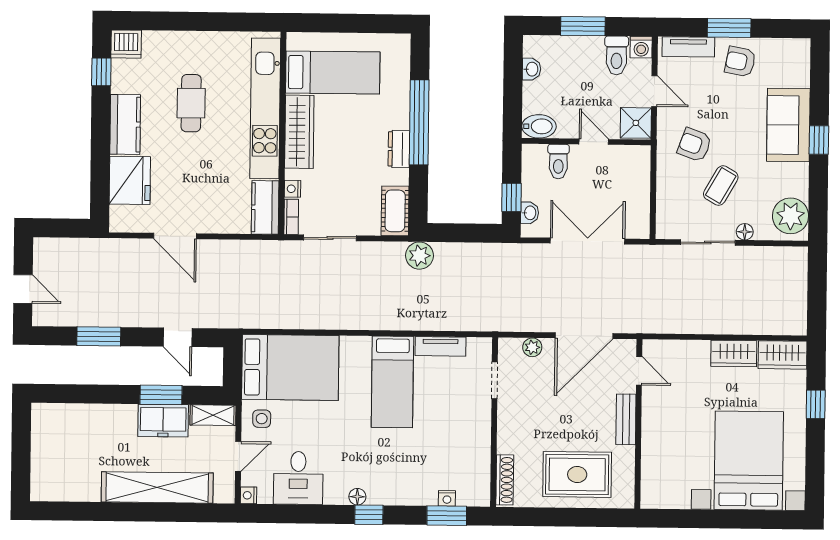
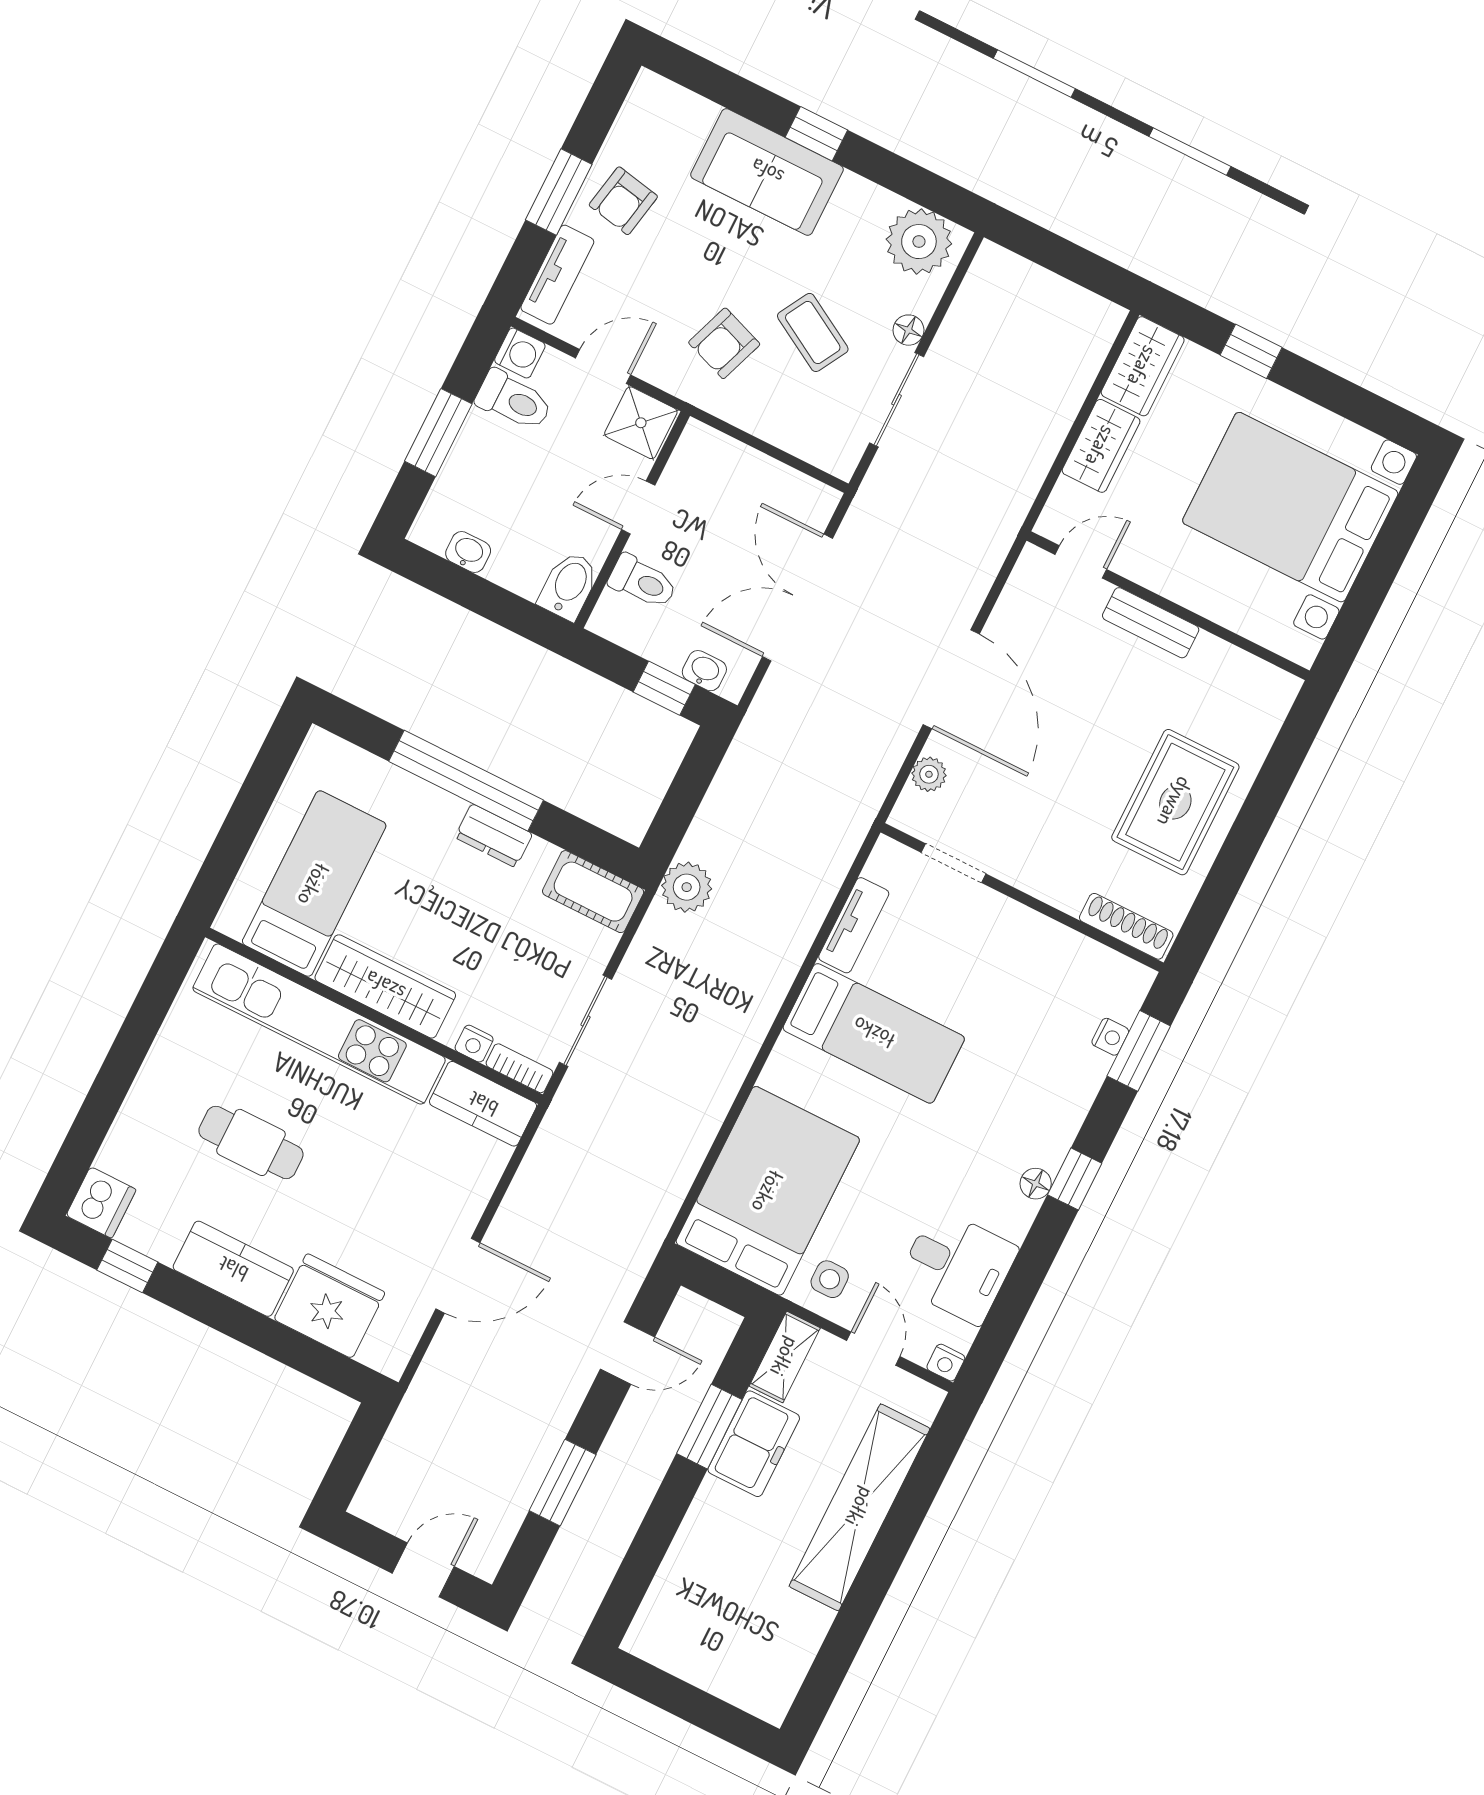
door: (639, 371) -> (1081, 562), moved
bench: (626, 419) -> (1151, 623), moved
wall: (638, 424) -> (1168, 606), moved

